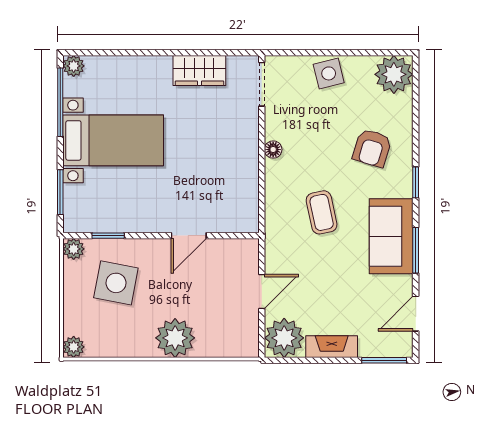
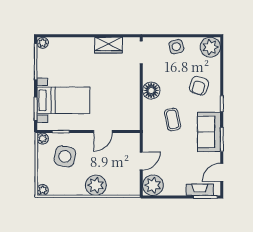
bed with nightstands: (113, 140) -> (63, 100), moved
floor lamp: (273, 150) -> (151, 91), width x1.89, depth x1.89
fireplace: (332, 347) -> (200, 190), moved

